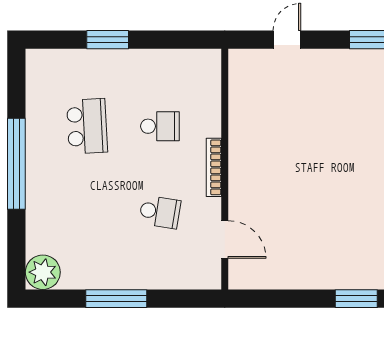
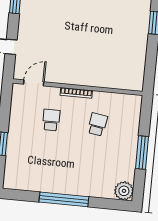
school desk: (87, 126) -> (47, 159), removed
door: (225, 239) -> (34, 83), moved

